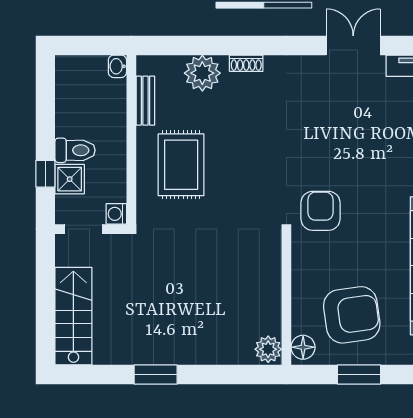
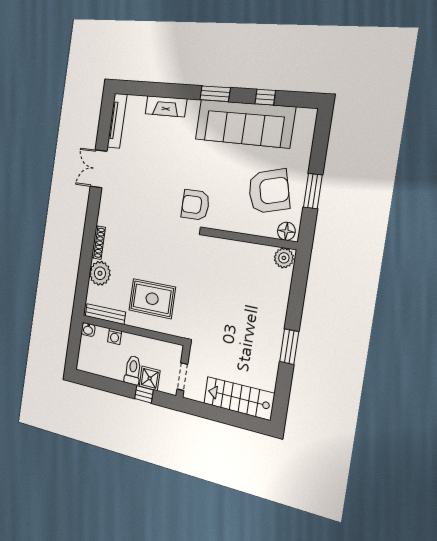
shoe rack: (246, 63) -> (98, 243), width x1.43
bench: (145, 101) -> (105, 314), width x1.36
washing machine: (116, 214) -> (115, 336), moved
armchair: (352, 315) -> (269, 191), turned 83

